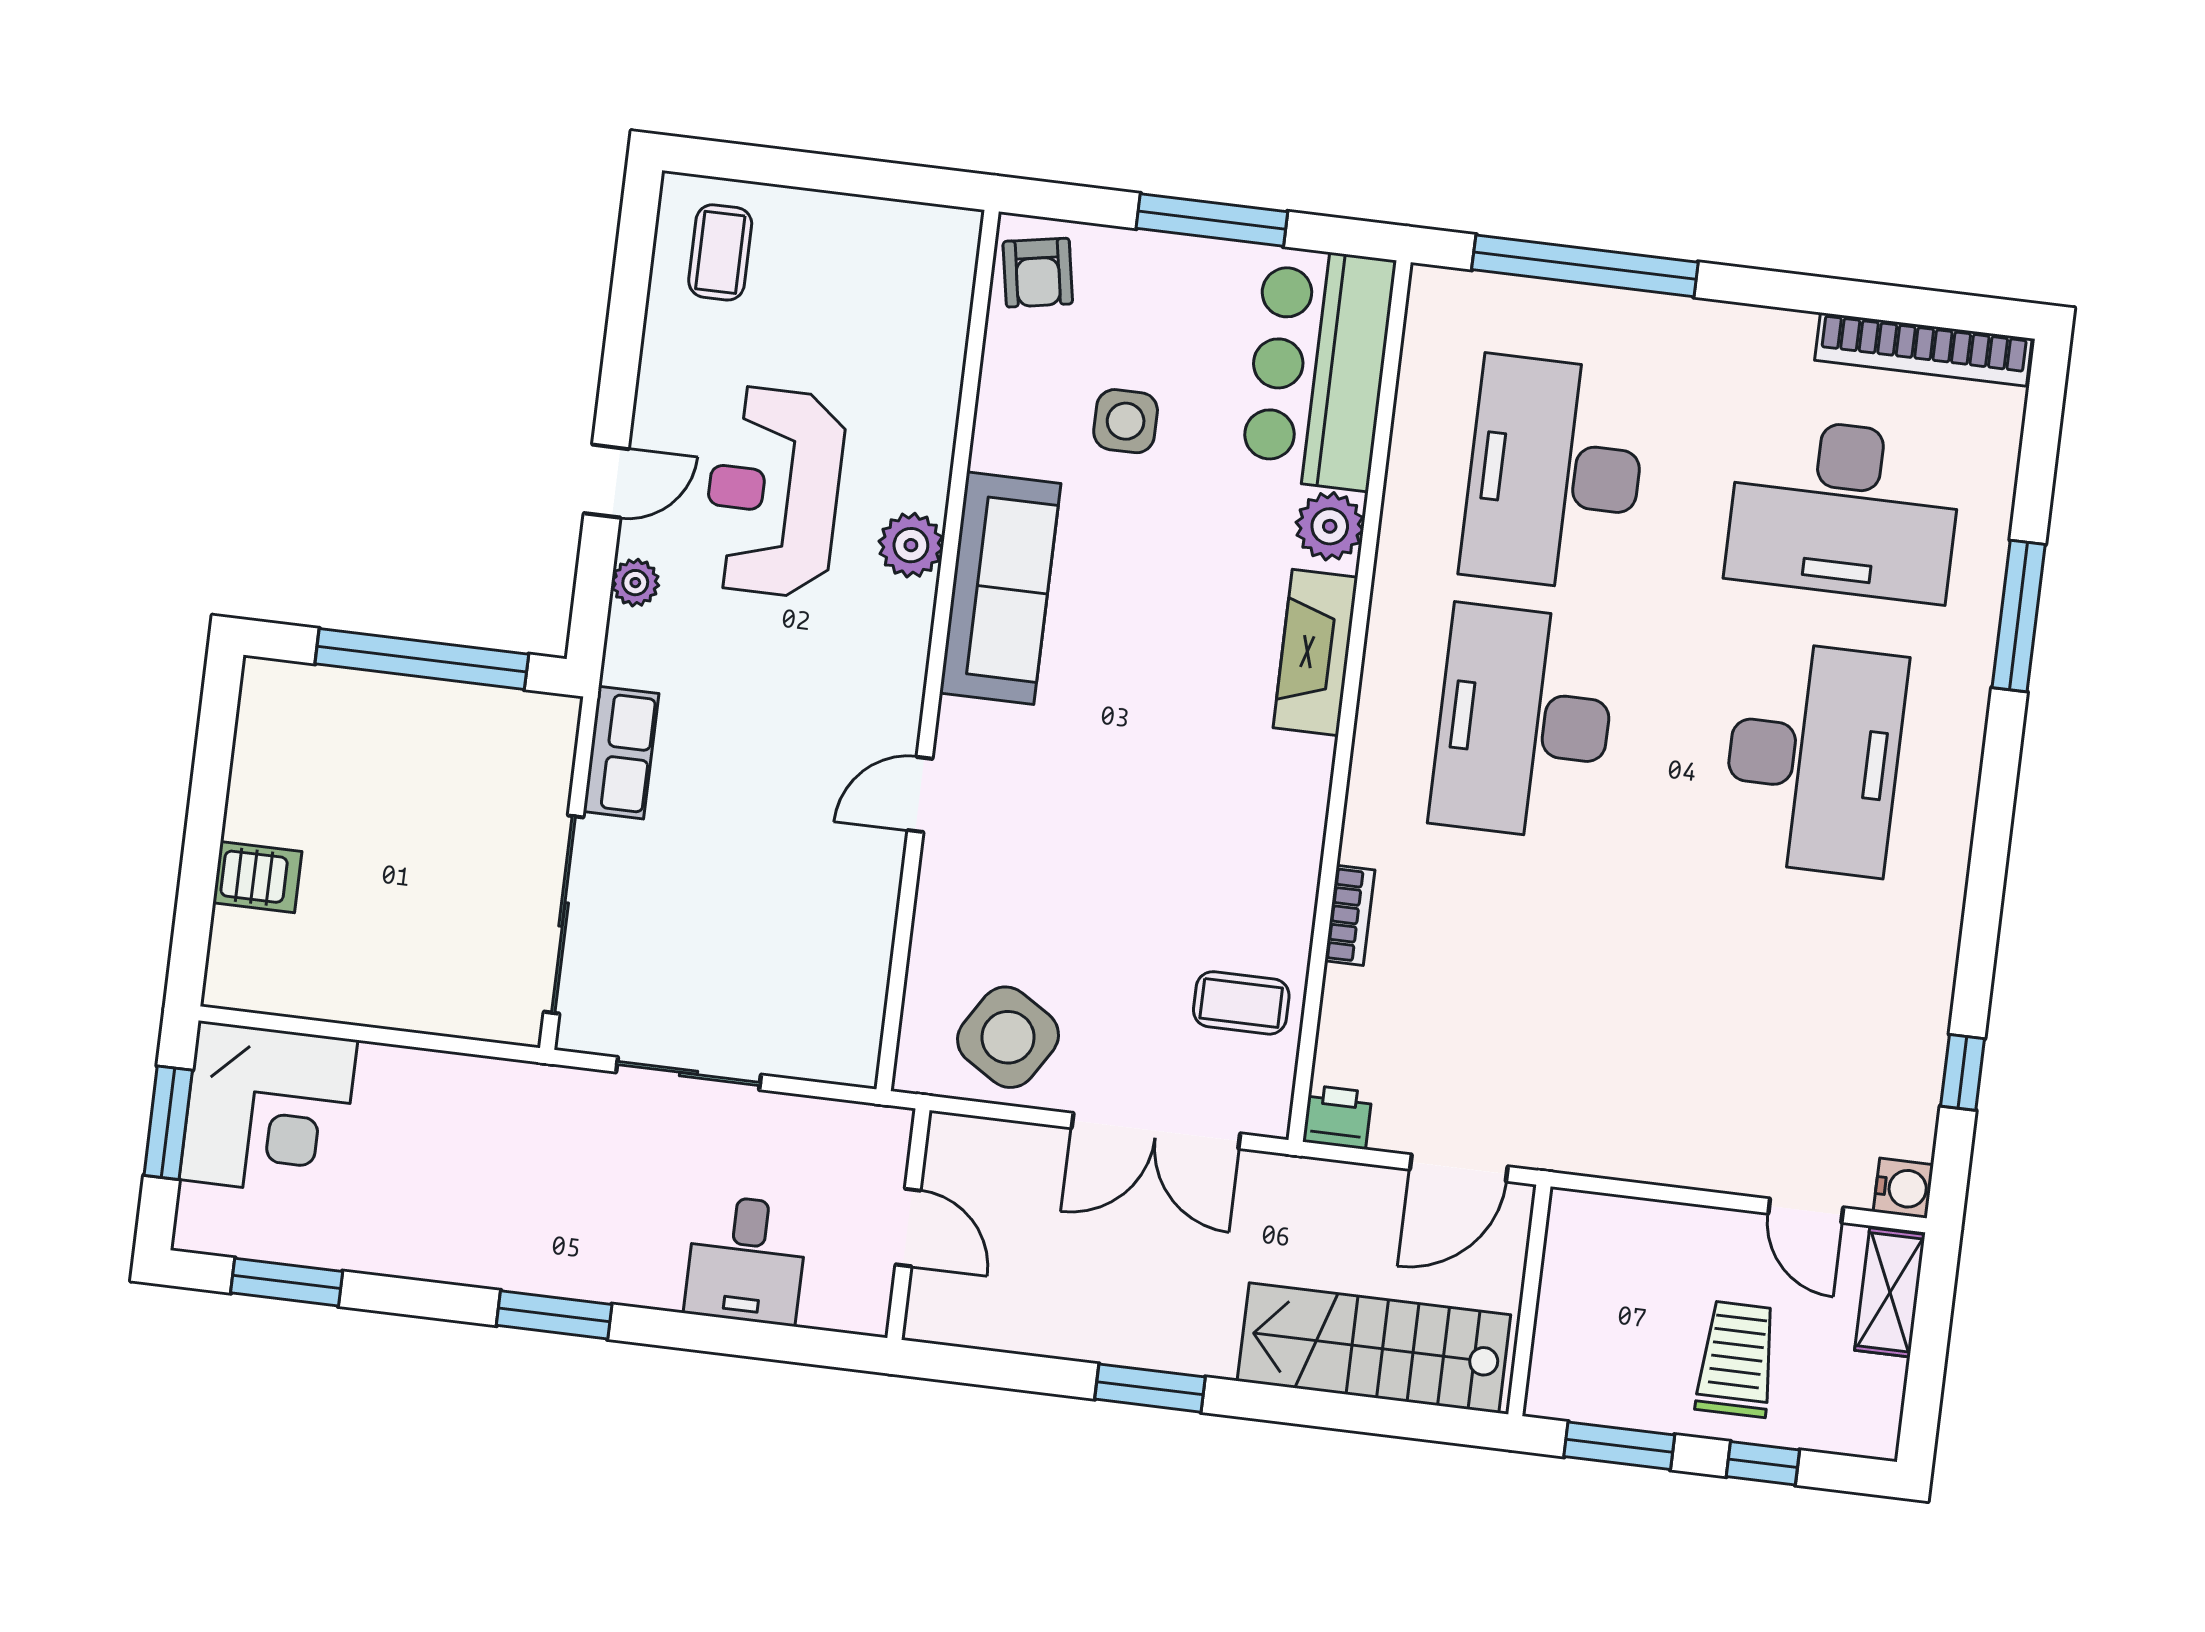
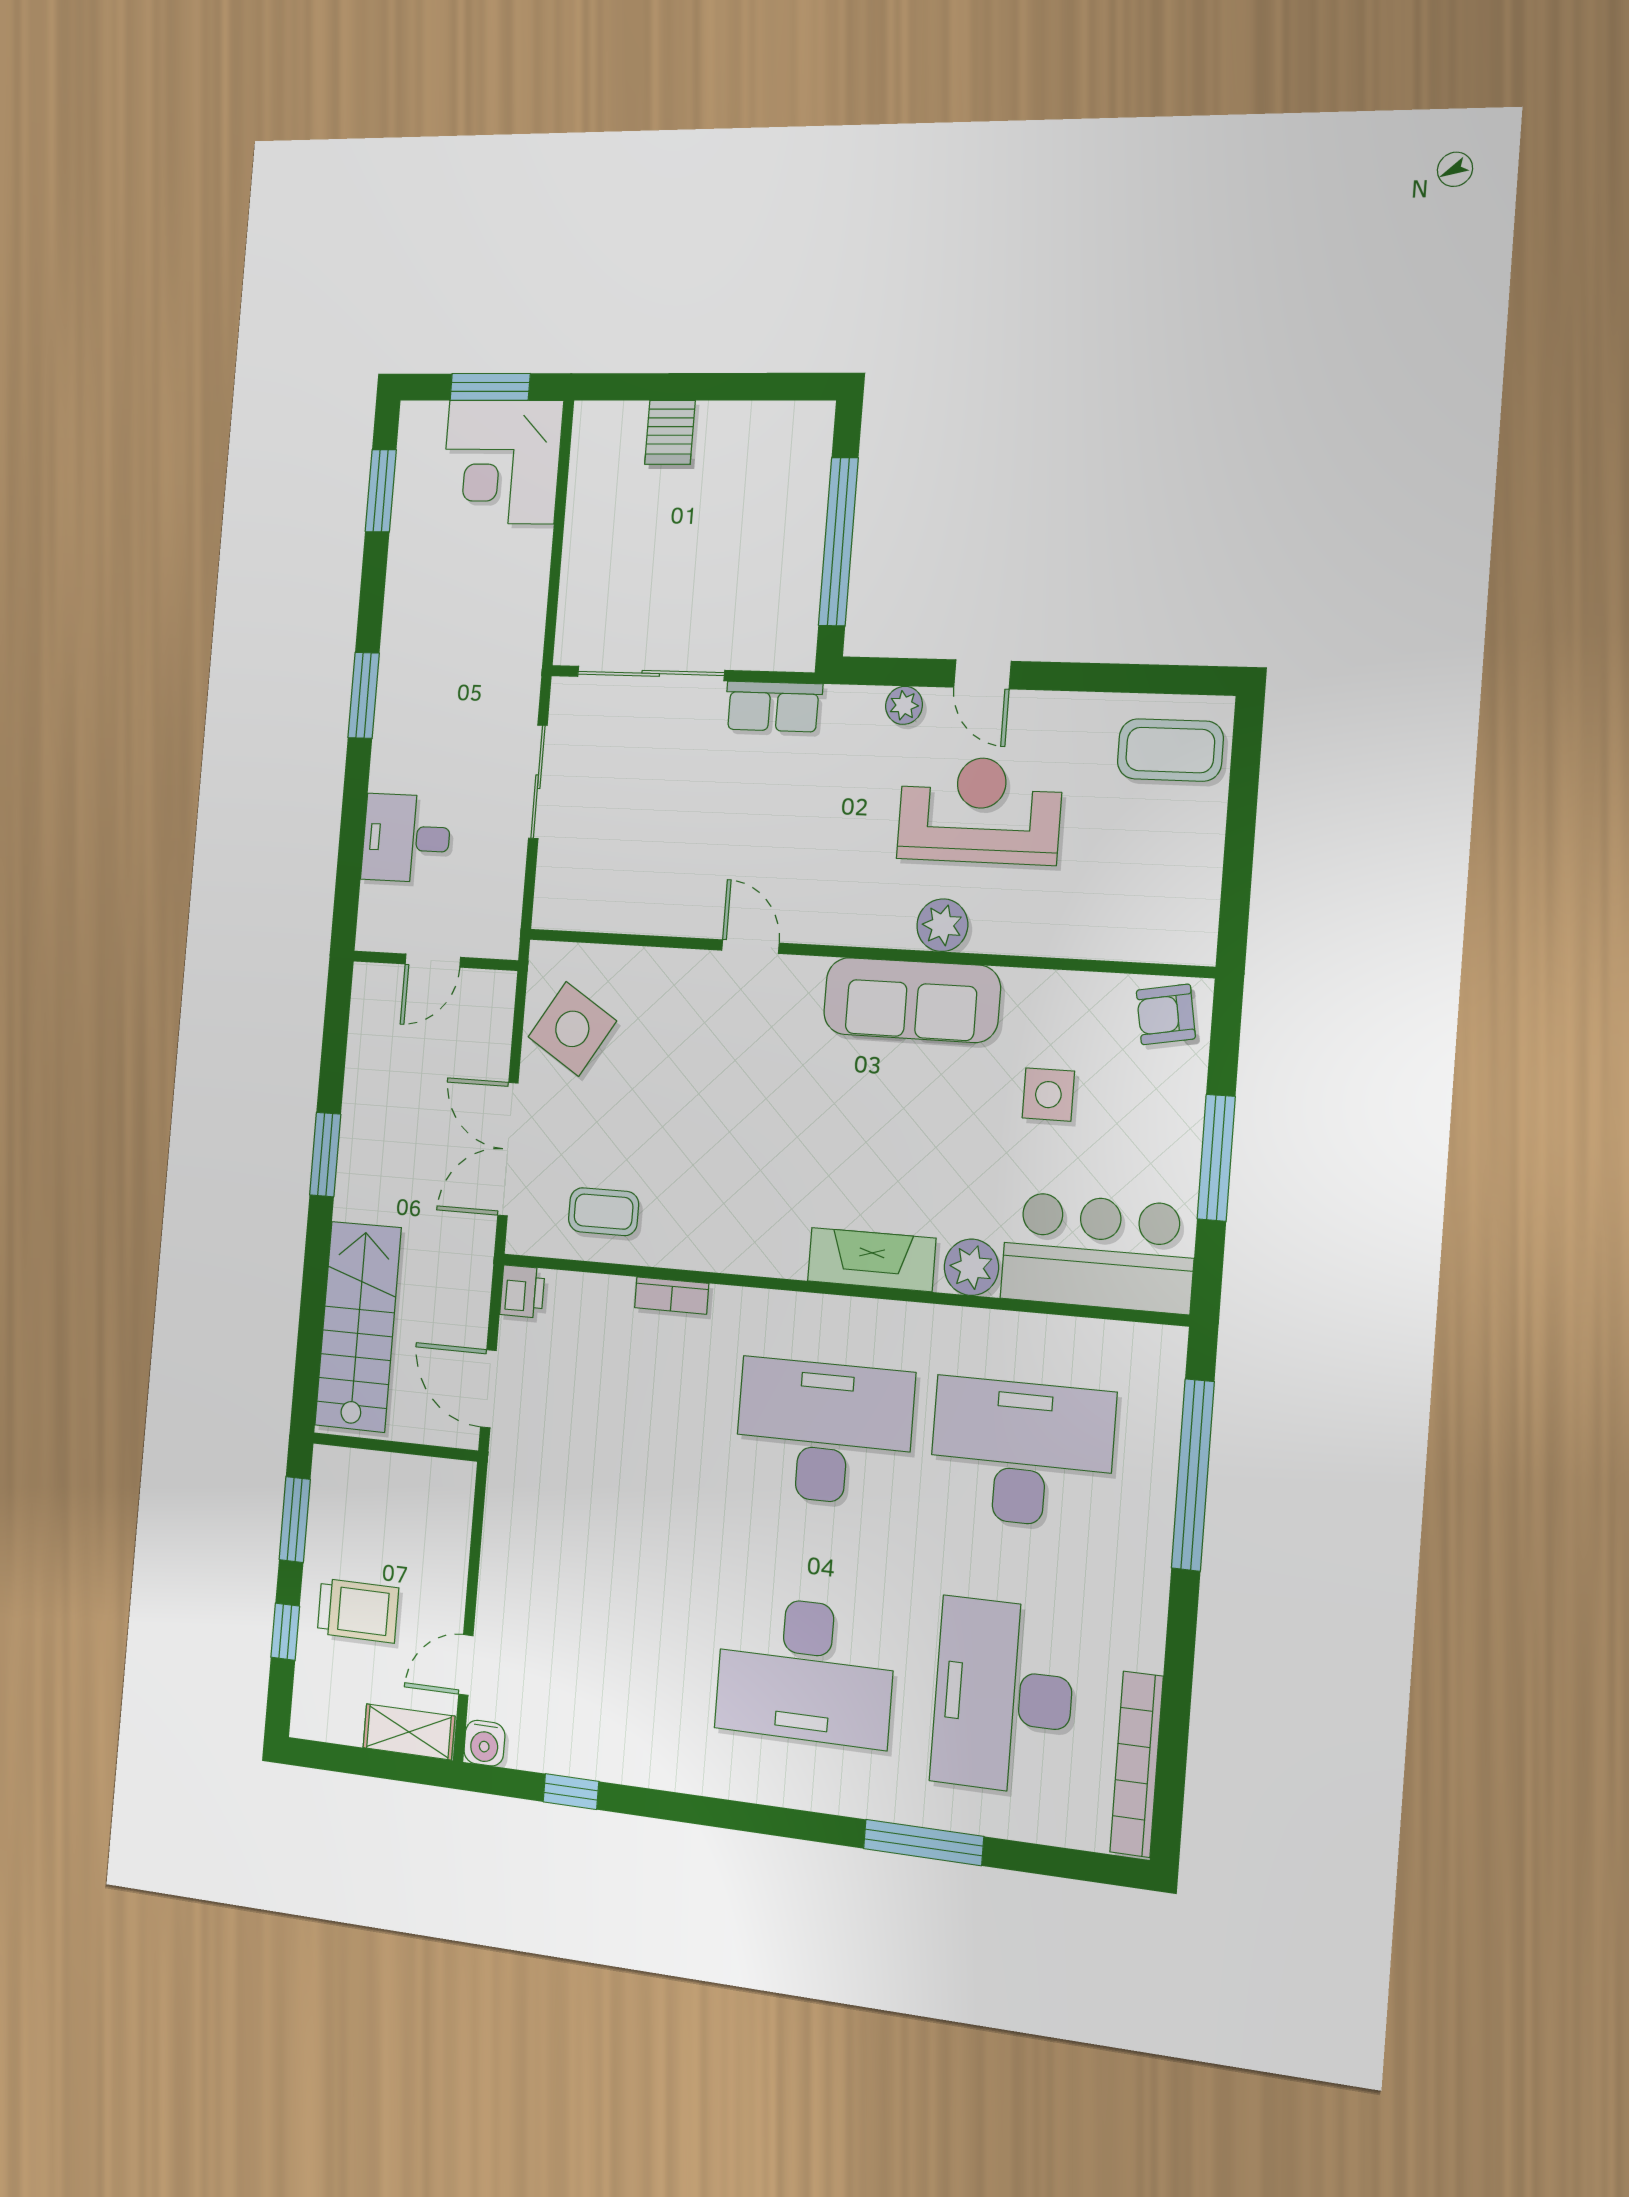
coffee table: (720, 252) -> (1170, 750), width x1.36, depth x1.30
coffee table: (1241, 1003) -> (604, 1212), turned 90

